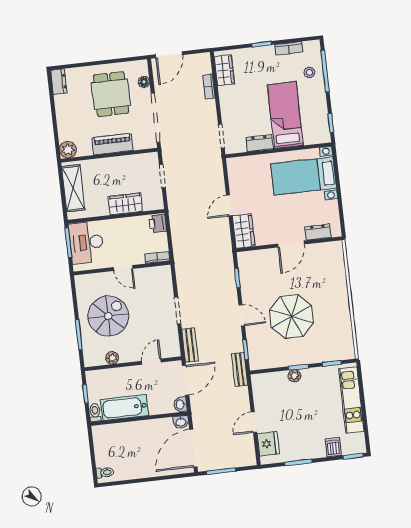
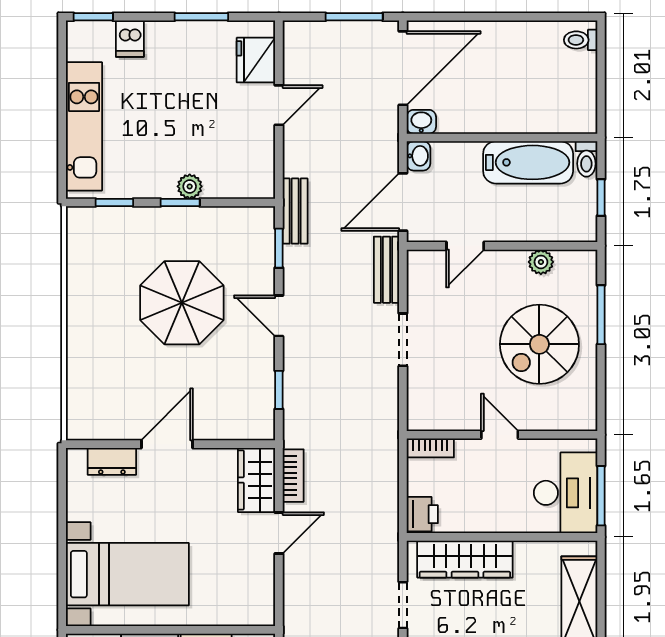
wardrobe: (125, 204) -> (465, 559), width x1.50
bookcase: (225, 235) -> (293, 476), added

